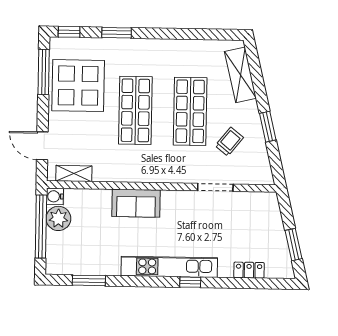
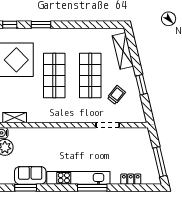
sofa: (136, 203) -> (30, 175), moved, turned 180
window: (294, 245) -> (160, 162), width x1.44
window: (190, 282) -> (92, 188), width x2.17

